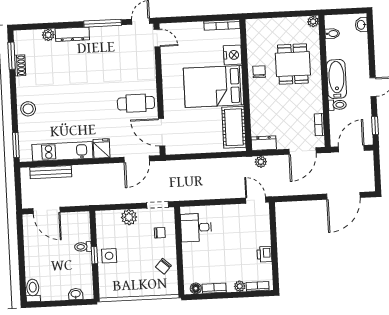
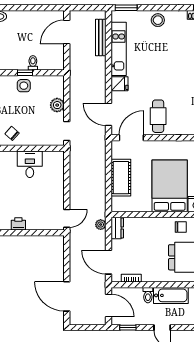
cot: (234, 127) -> (121, 178), moved, turned 90
desk: (196, 228) -> (30, 164), moved
chair: (160, 233) -> (42, 132), removed

